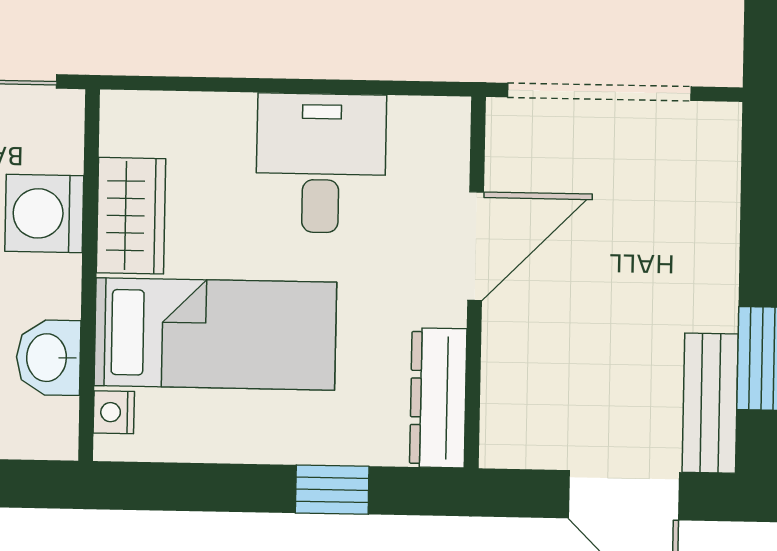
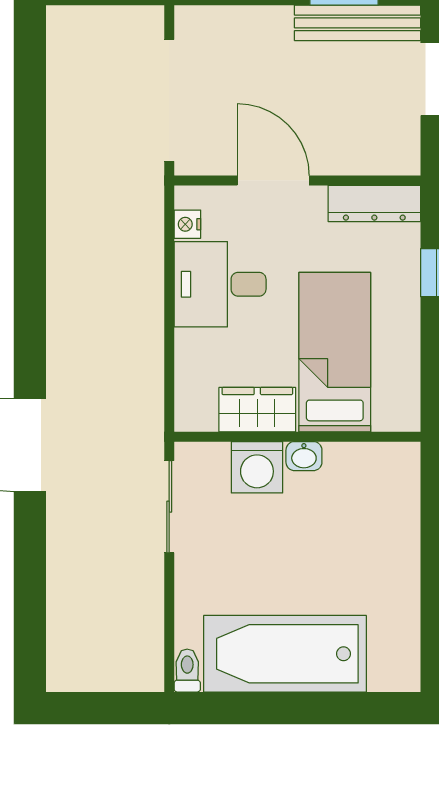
washbasin: (48, 358) -> (304, 456), moved, width x0.72, depth x0.69
bench: (710, 403) -> (358, 23), width x1.36
nightstand: (114, 412) -> (187, 224), moved, turned 90

